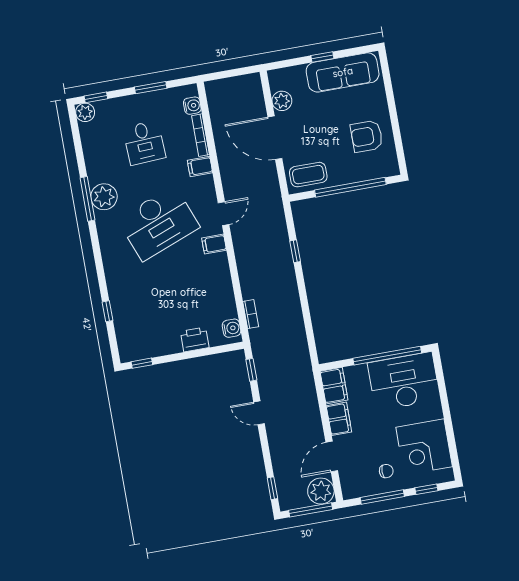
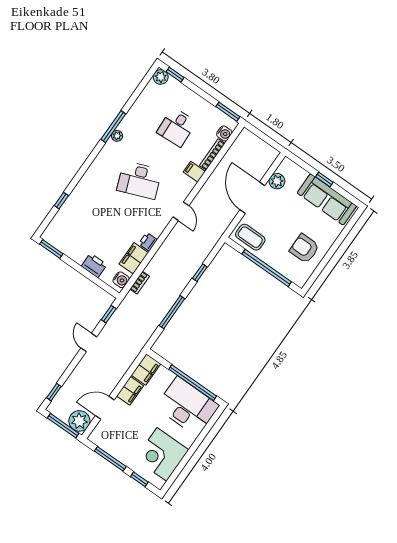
window: (151, 88) -> (228, 112), moved
plant: (104, 197) -> (117, 136), width x0.53, depth x0.53
door: (224, 214) -> (181, 211), hinge flipped
desk: (159, 223) -> (139, 180), width x0.73, depth x0.77
filing cabinet: (214, 244) -> (134, 258), moved, width x2.00
printer: (221, 270) -> (148, 242), added
window: (306, 311) -> (172, 312), added
window: (142, 363) -> (51, 249), width x1.50
chair: (386, 471) -> (127, 447), removed

